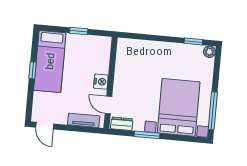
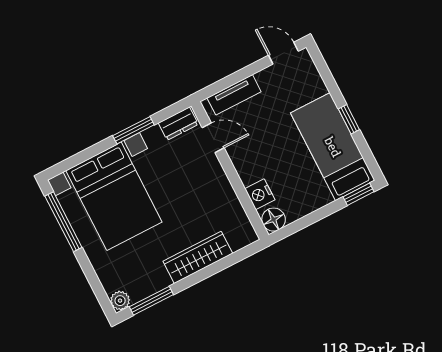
window: (79, 31) -> (359, 194), moved
window: (193, 41) -> (151, 301), width x1.50
floor lamp: (104, 43) -> (274, 220), added
wardrobe: (155, 49) -> (198, 257), added
nightstand: (101, 82) -> (260, 194), moved

